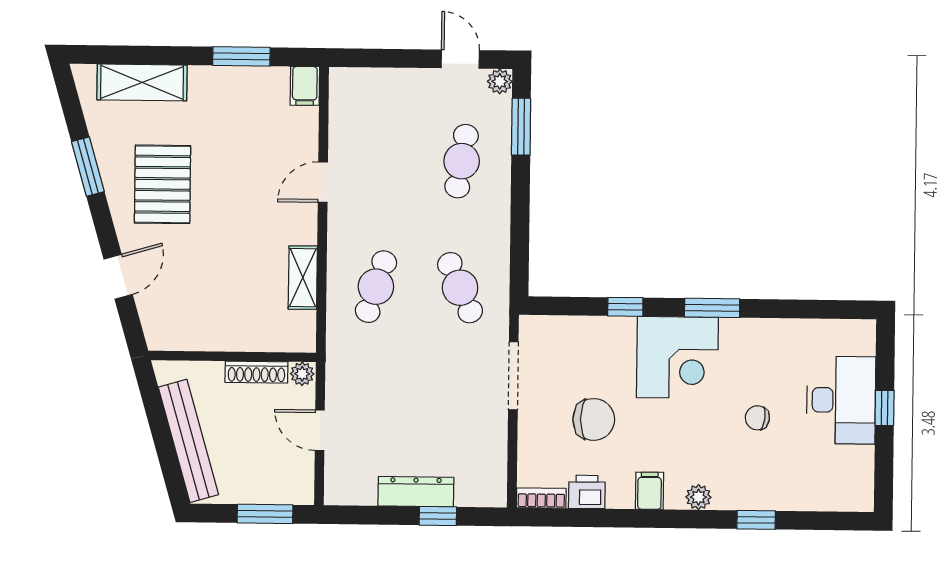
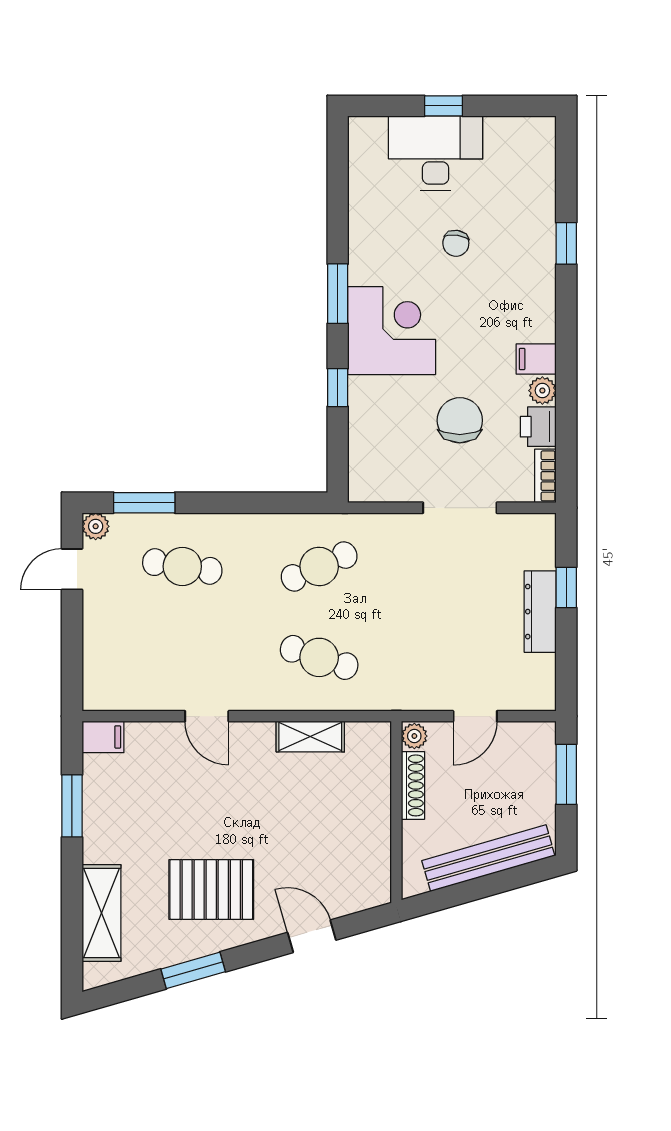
doorway: (513, 376) -> (460, 508), moved
plant: (698, 497) -> (542, 391), moved

